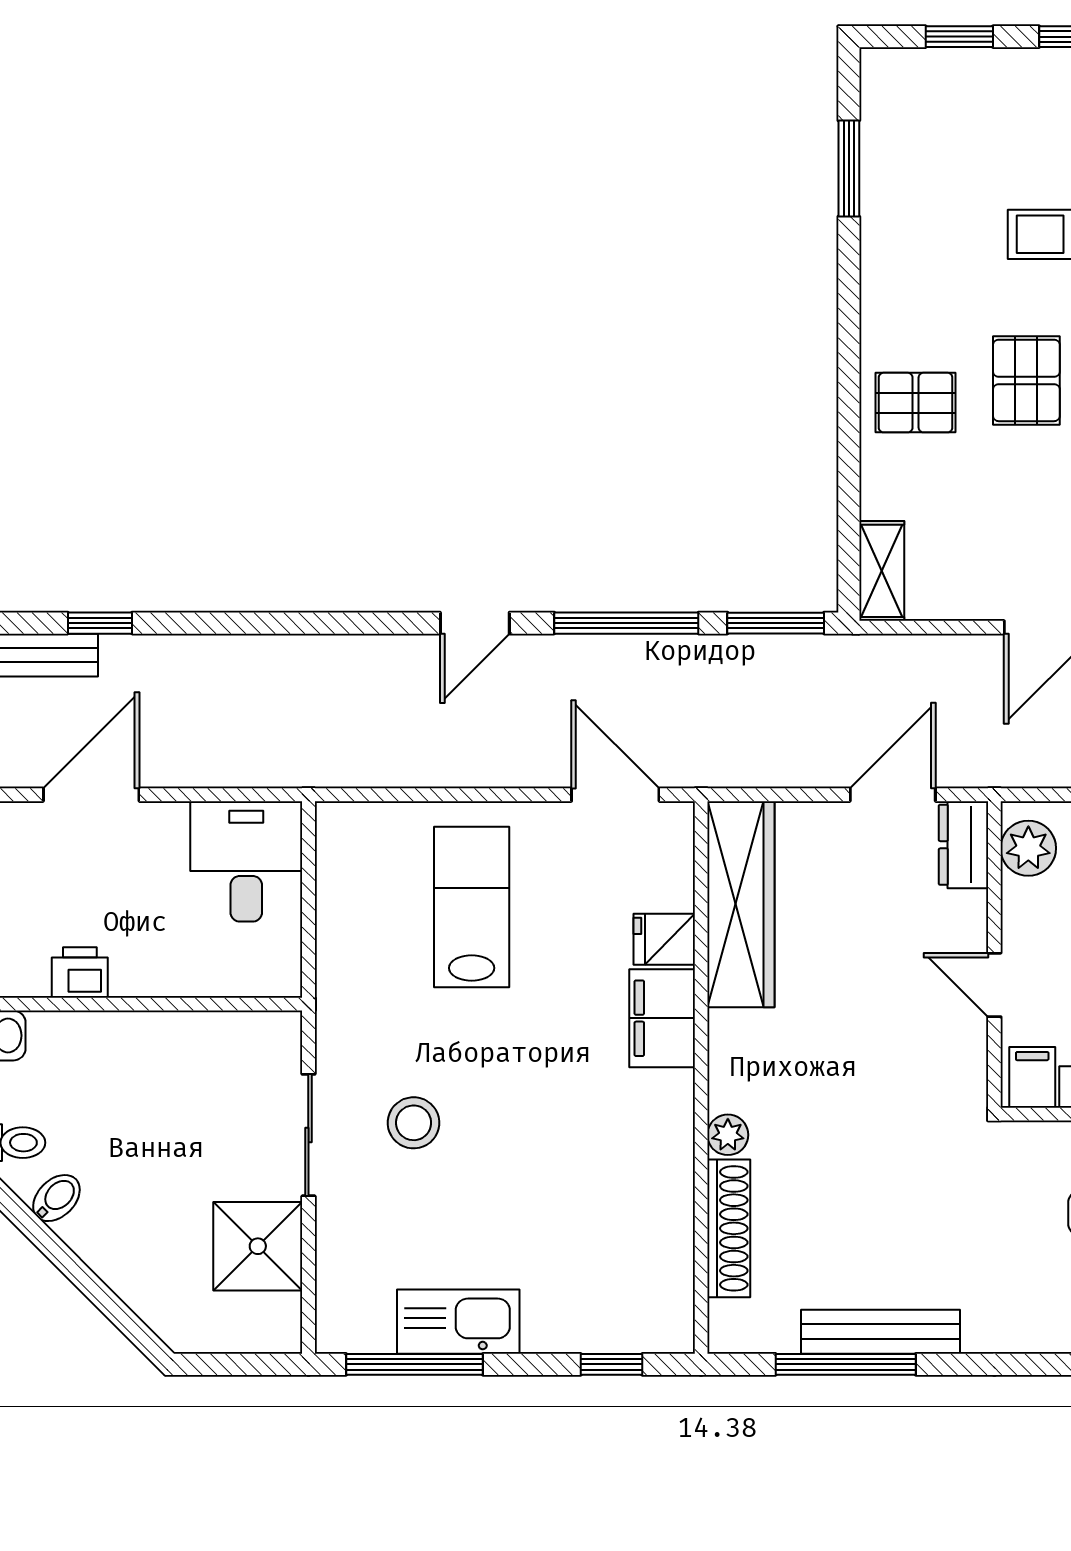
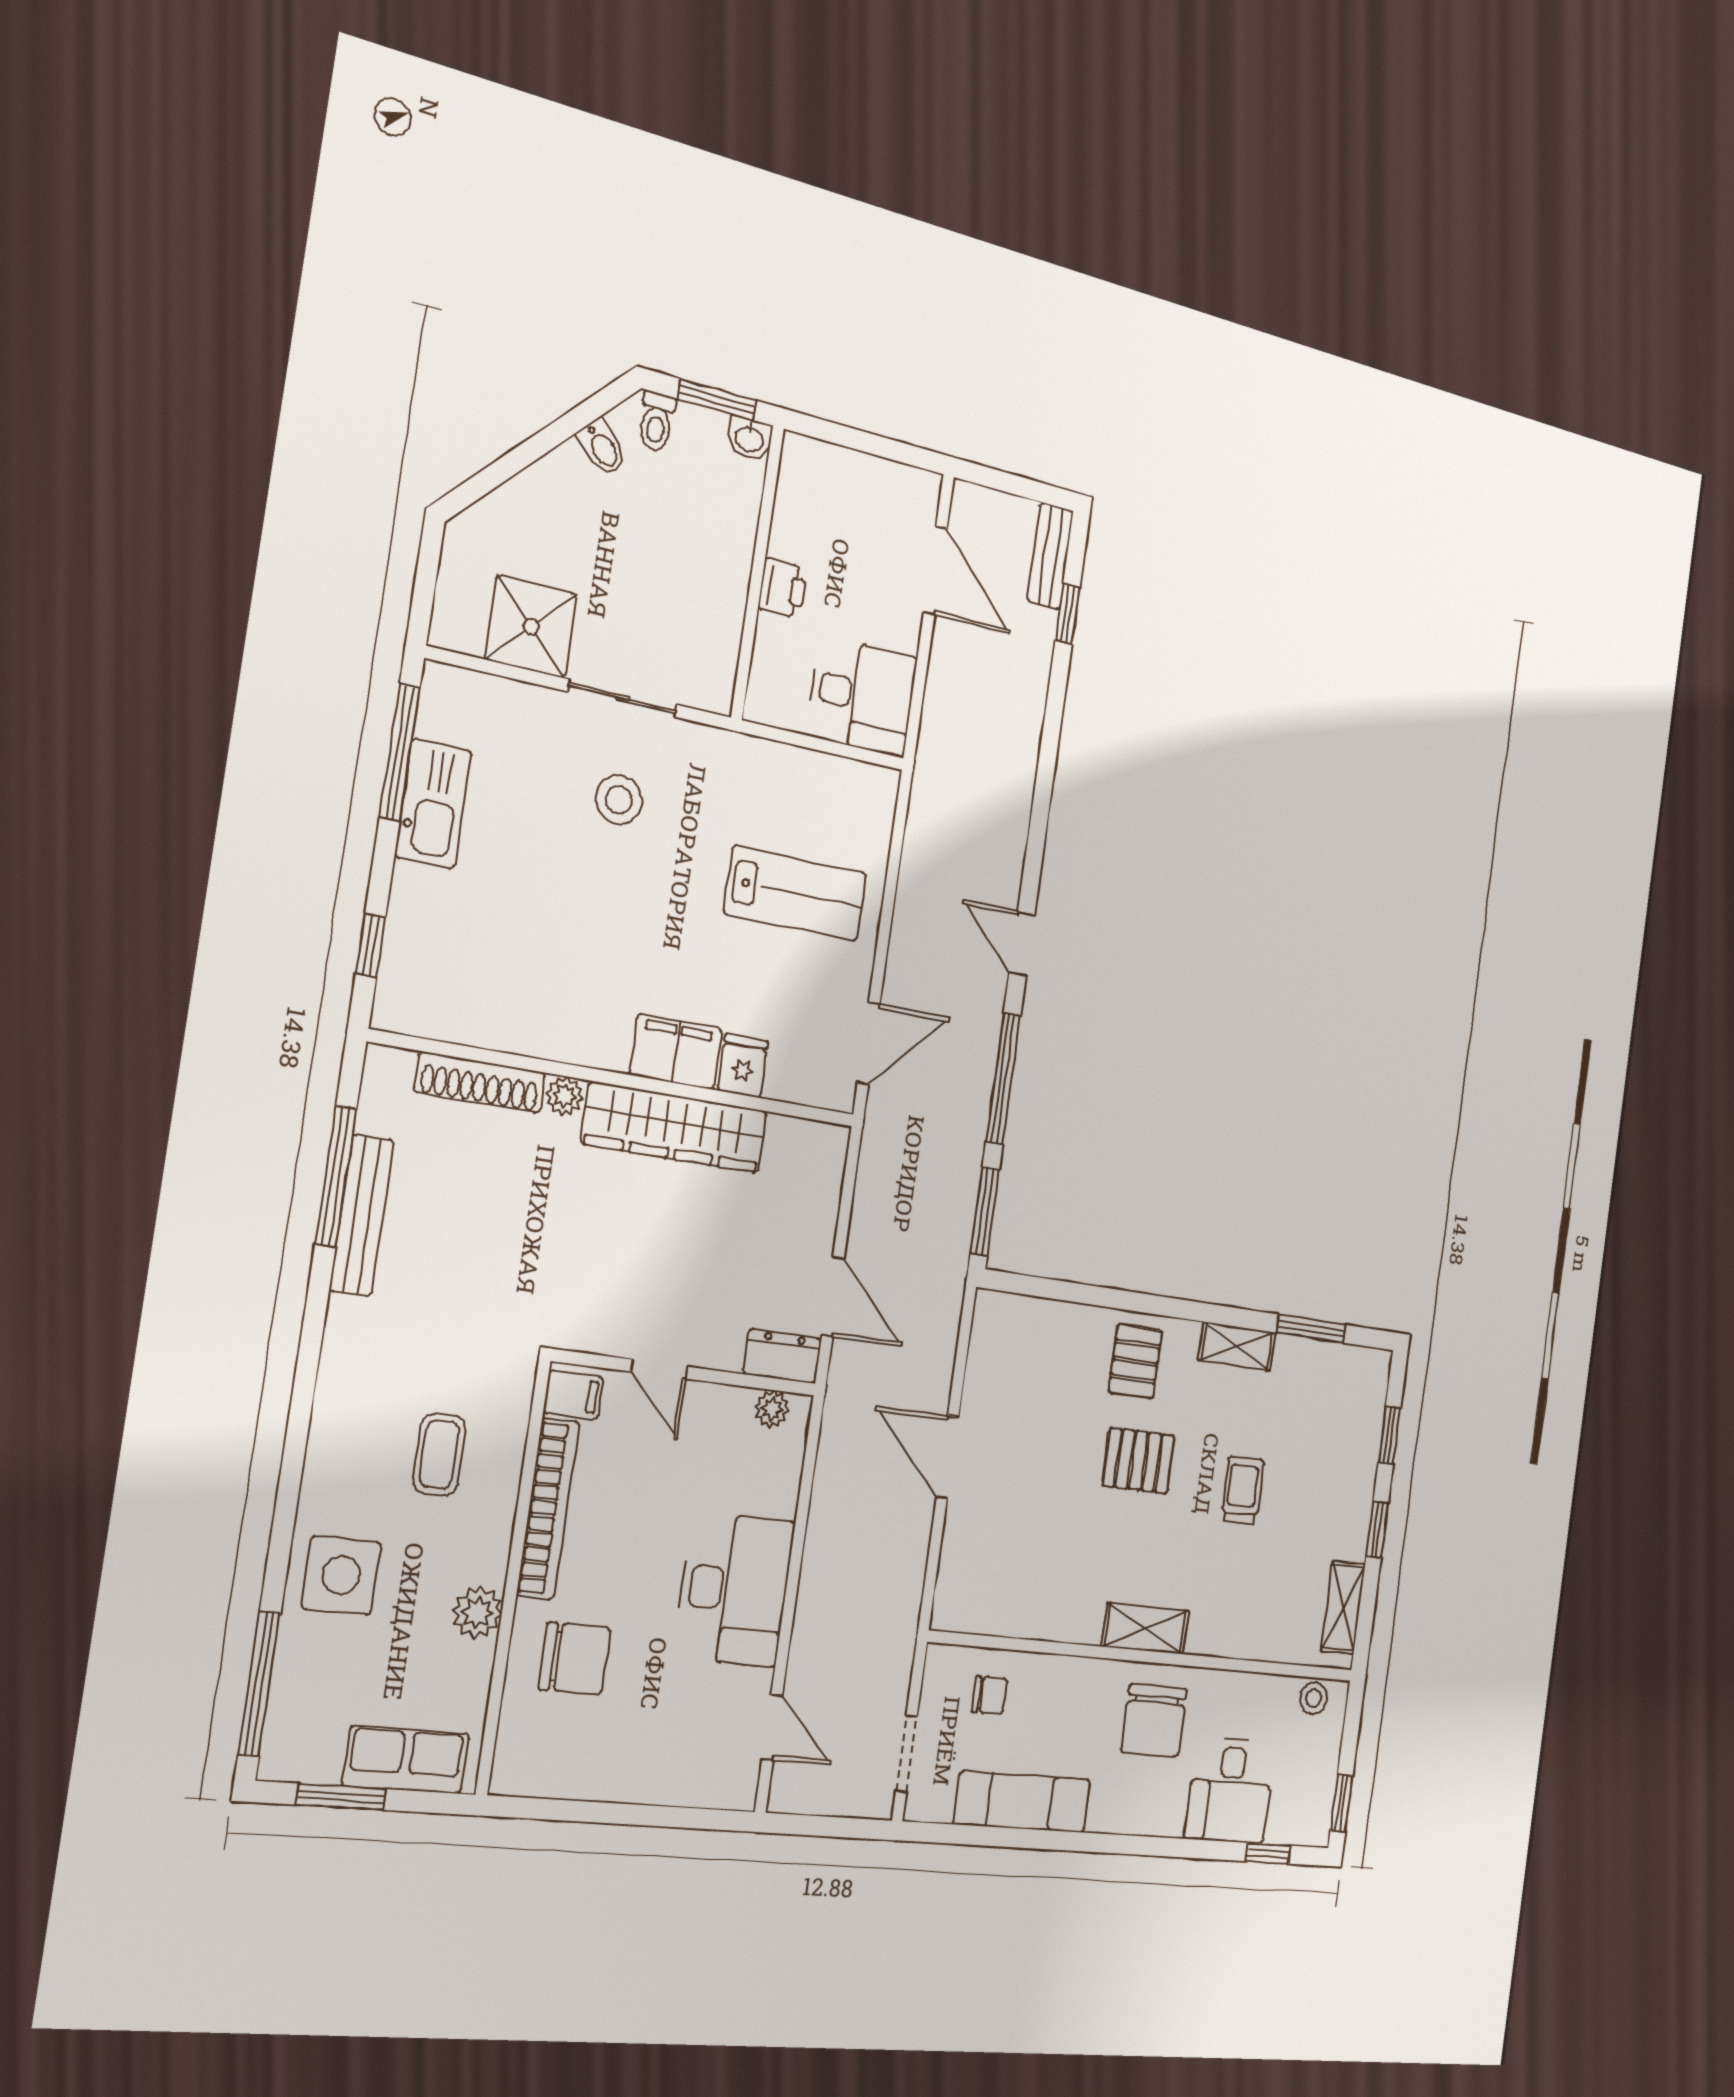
shelving: (882, 571) -> (1237, 1346), moved
plant: (1028, 848) -> (772, 1409), width x0.73, depth x0.73
wardrobe: (741, 904) -> (675, 1127), moved
printer: (80, 973) -> (783, 588), moved
door: (994, 985) -> (659, 1369), swing flipped

